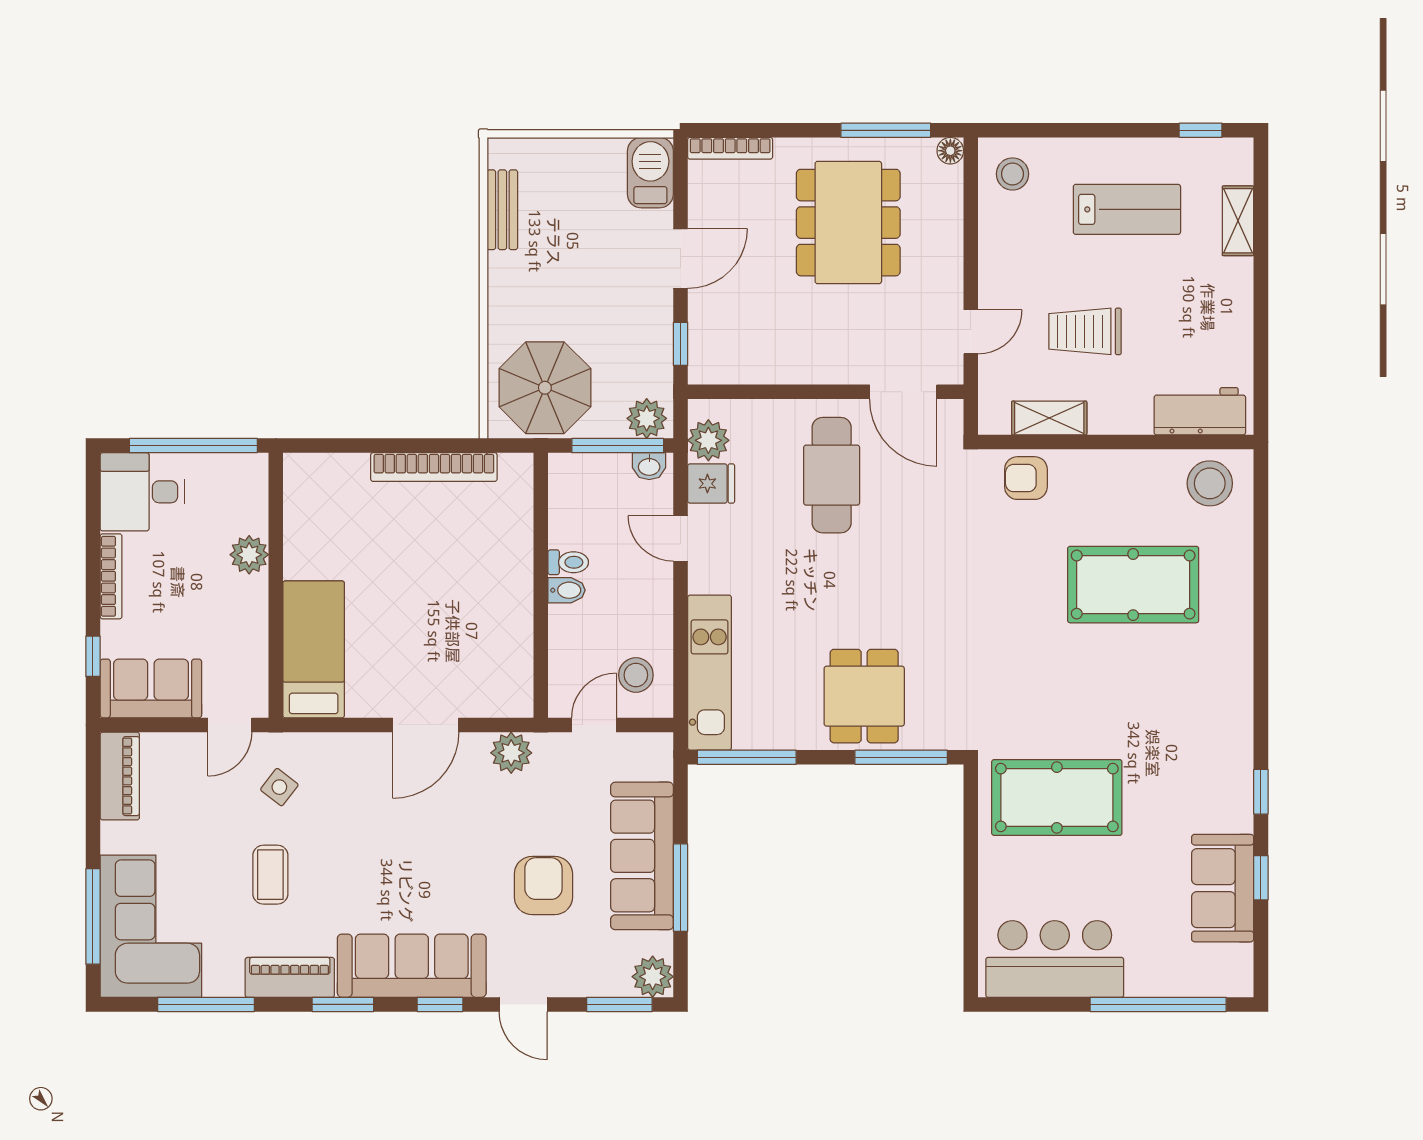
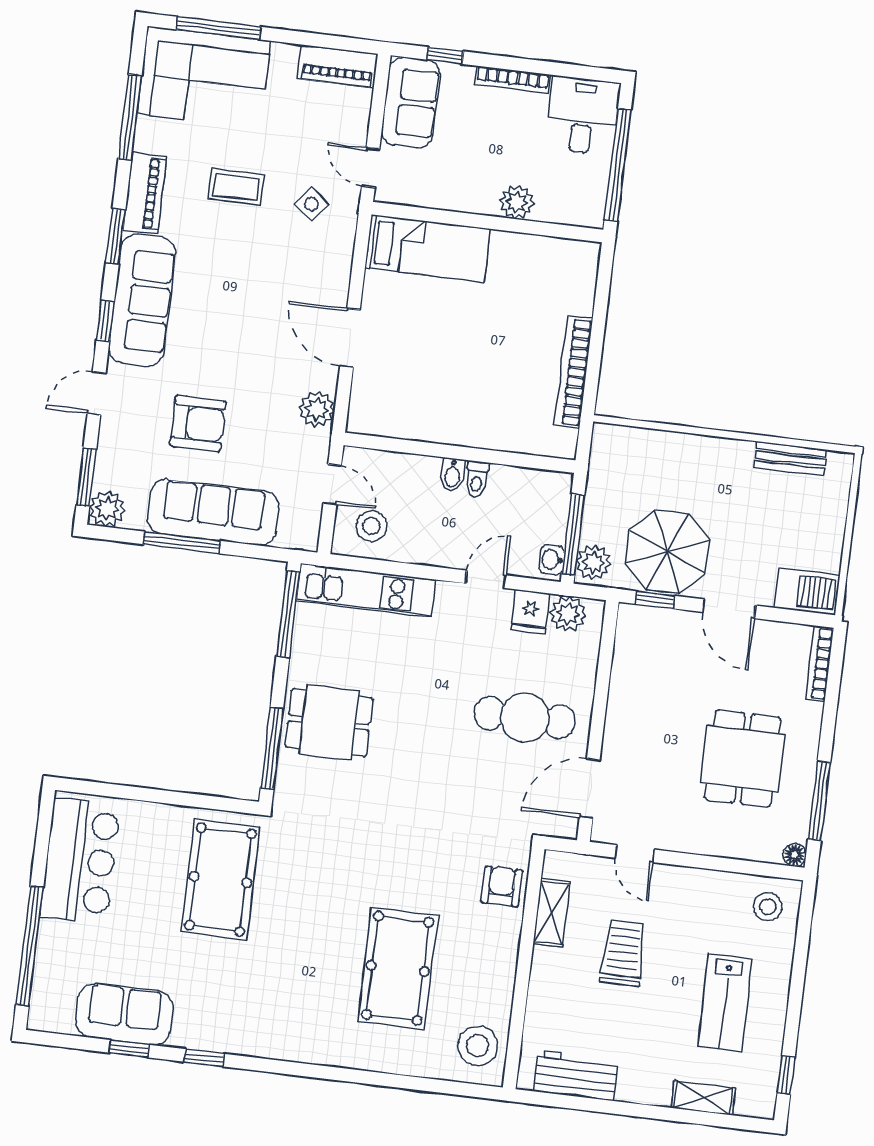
dining table: (848, 223) -> (743, 759), width x0.73
parasol: (545, 388) -> (667, 552), moved
workbench: (1200, 411) -> (576, 1076), moved, turned -90

